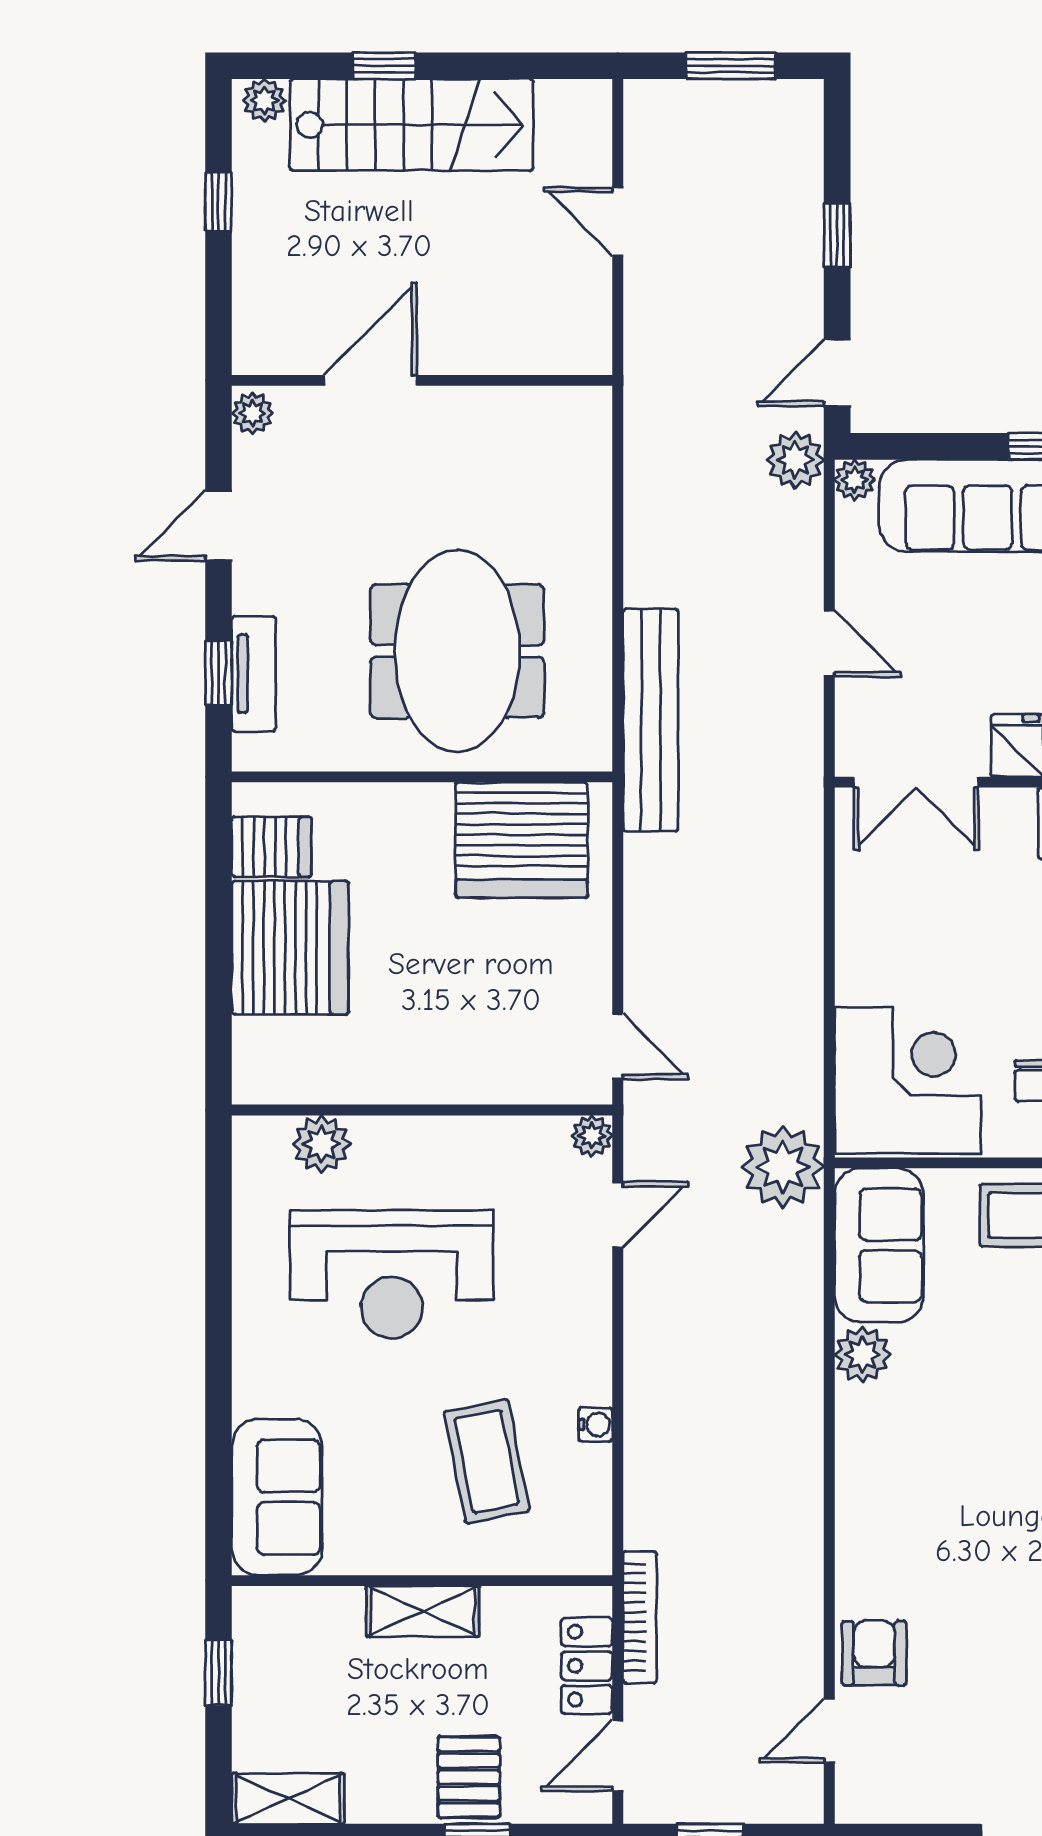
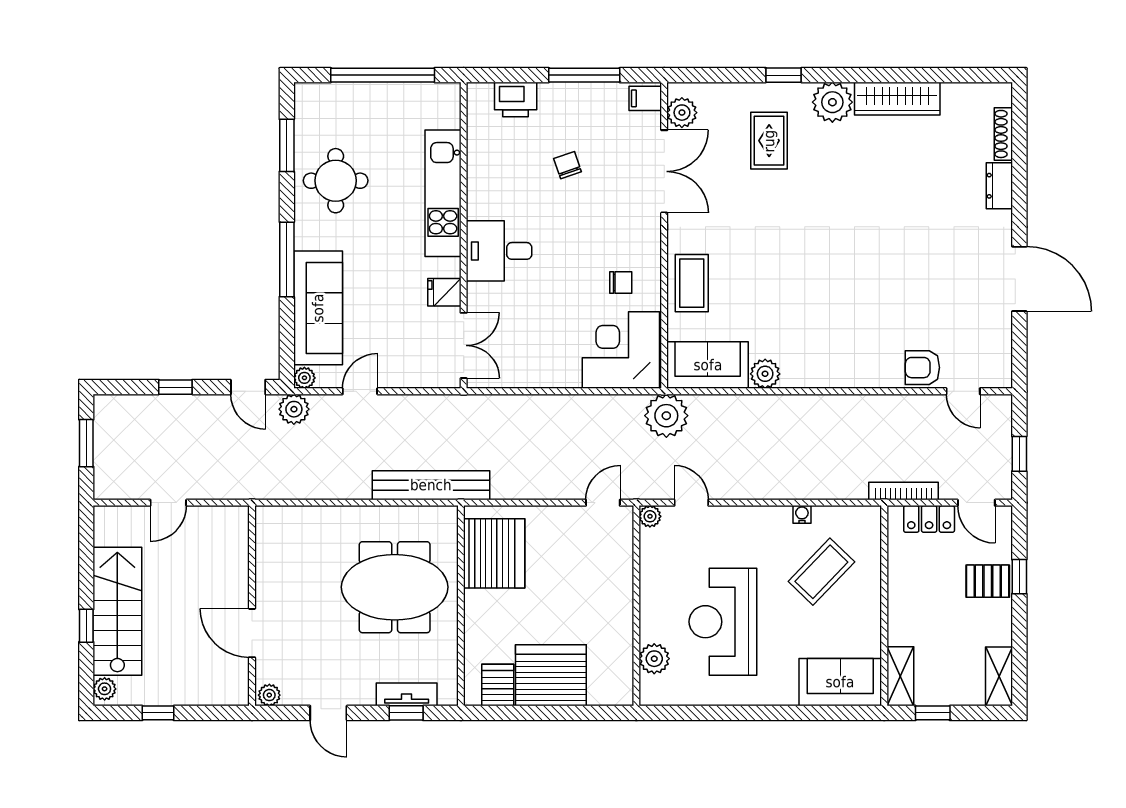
door: (829, 643) -> (360, 391), moved
reception desk: (392, 1274) -> (723, 622), turned 180
coffee table: (487, 1461) -> (821, 572), turned -35
shelving: (423, 1611) -> (900, 676), moved

